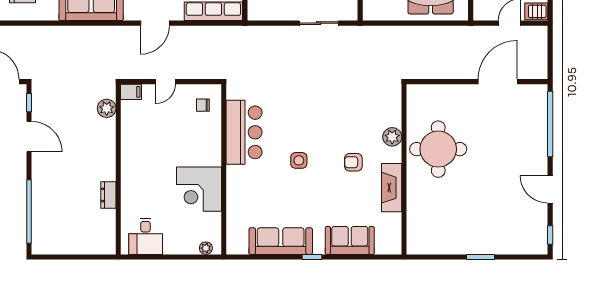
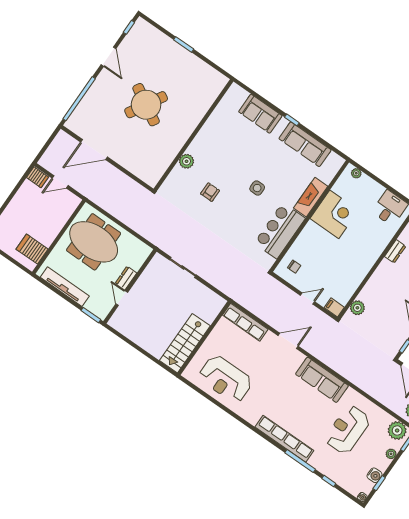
round table: (438, 149) -> (146, 105), moved, turned 30
armchair: (353, 162) -> (210, 192), moved, turned -90
fireplace: (392, 188) -> (311, 197), moved, turned 180

